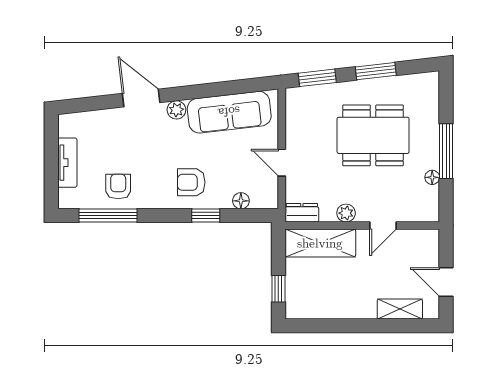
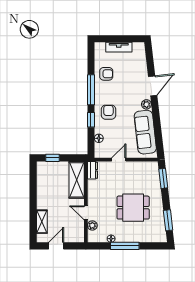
window: (376, 71) -> (168, 220), moved
dining table: (373, 135) -> (133, 208), width x0.73
plant: (346, 213) -> (92, 225), moved
window: (108, 216) -> (91, 90), moved

